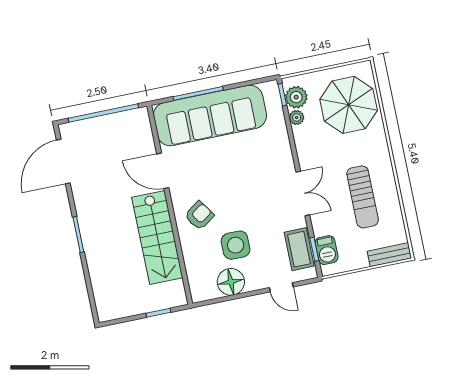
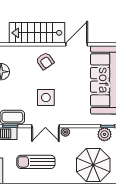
plant: (297, 118) -> (65, 132), moved
side table: (236, 245) -> (46, 98), moved

